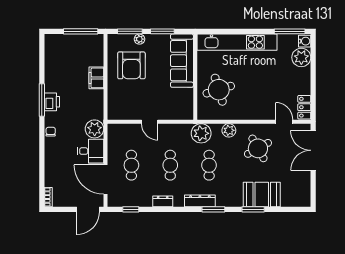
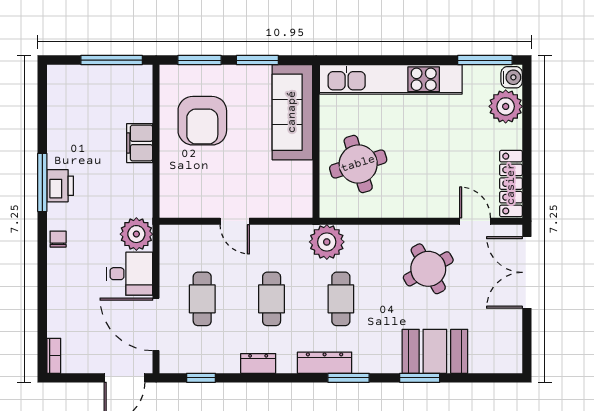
plant: (139, 39) -> (217, 74), removed
locker: (304, 107) -> (511, 184), width x1.53
plant: (229, 130) -> (376, 237), removed

